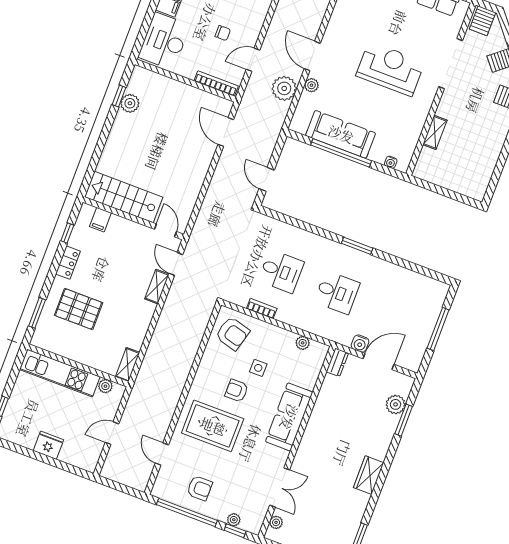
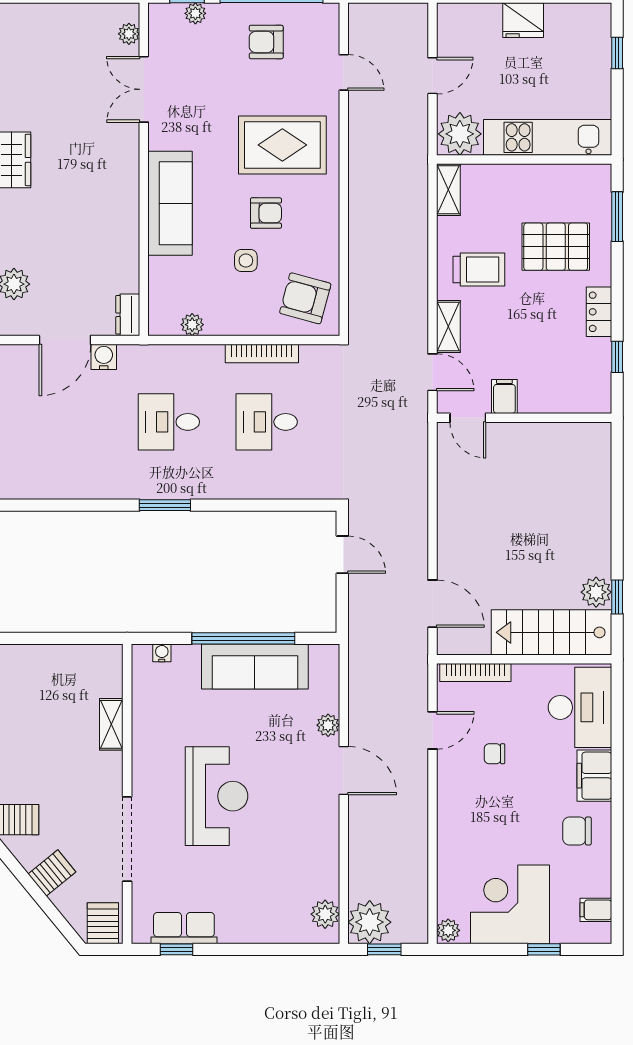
reception desk: (390, 69) -> (217, 796), turned -90
plant: (284, 88) -> (368, 704), removed
stairs: (124, 197) -> (551, 632), moved, turned 180
filing cabinet: (100, 220) -> (504, 397), moved
bookcase: (262, 309) -> (262, 354), width x1.56
trolley: (127, 313) -> (479, 269), added
plant: (105, 386) -> (460, 134), width x1.87, depth x1.87

